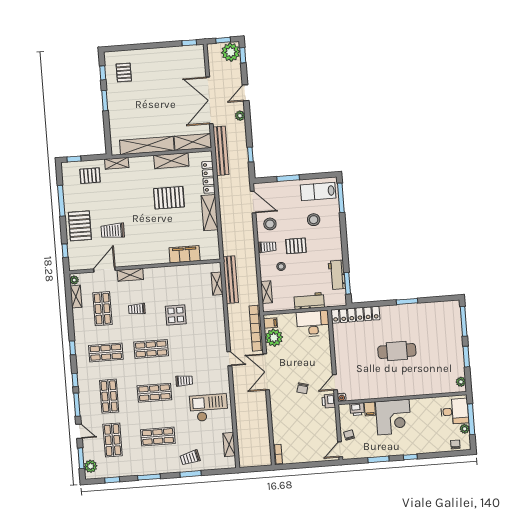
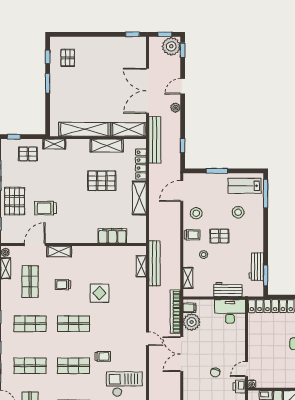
door: (253, 202) -> (182, 191), swing flipped
shop shelf: (109, 396) -> (30, 366), turned 90

